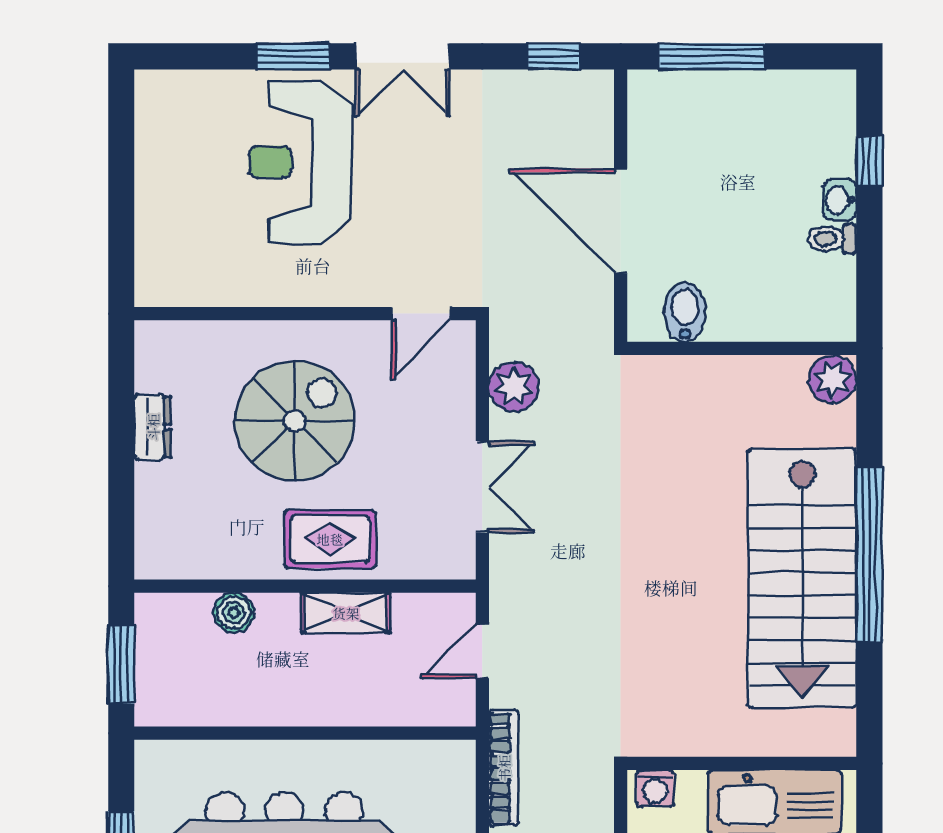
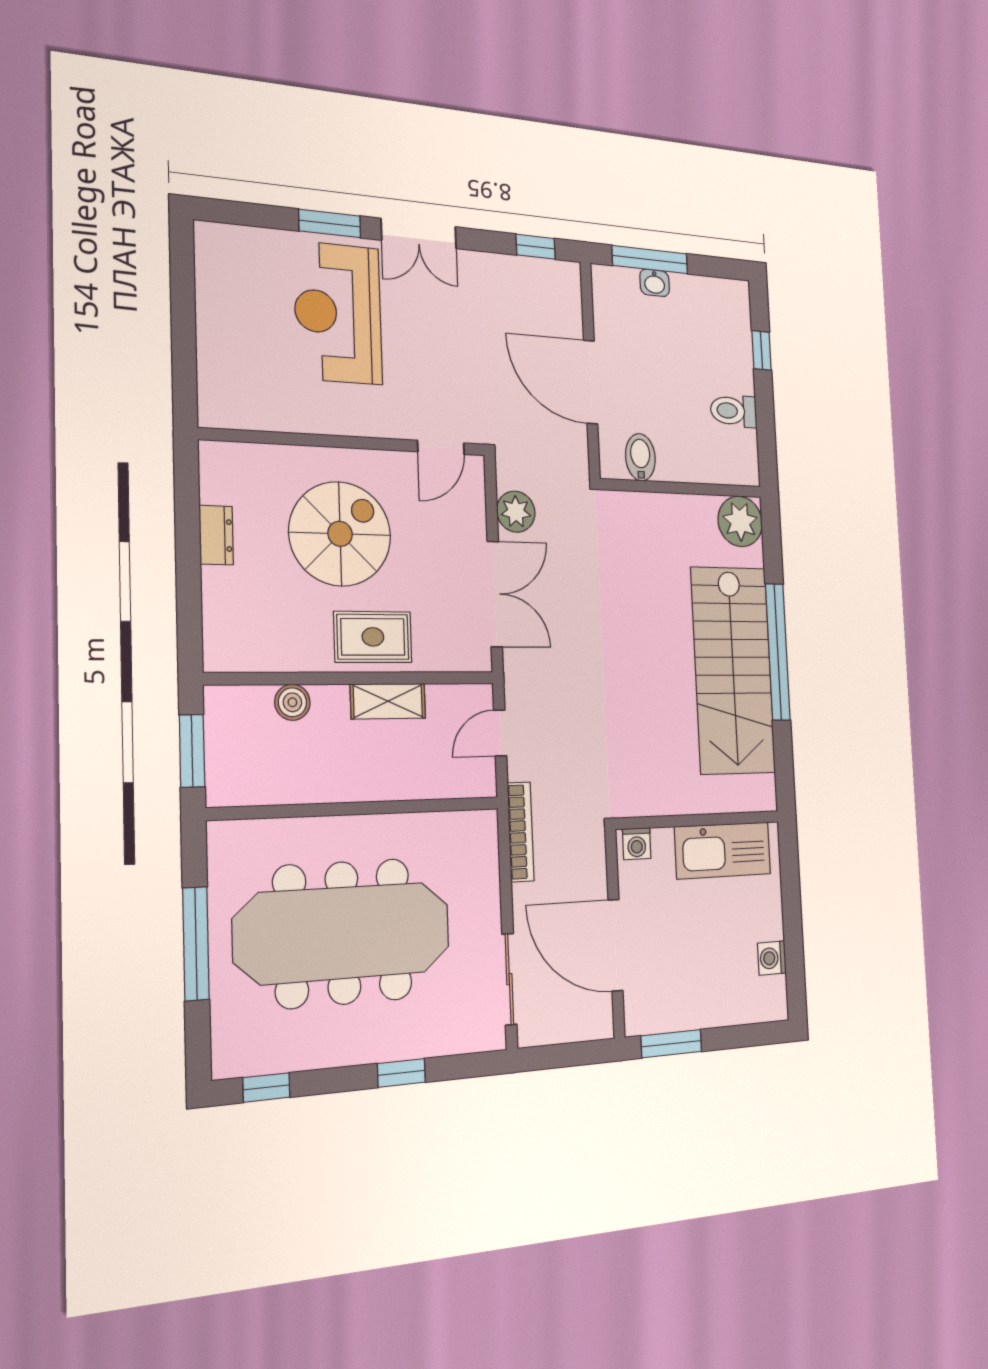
washbasin: (840, 200) -> (655, 283), moved, turned -90
toilet: (832, 239) -> (734, 411), width x1.37, depth x1.39
plant: (833, 379) -> (740, 521), width x1.36, depth x1.36
double door: (482, 487) -> (495, 594), width x1.37

